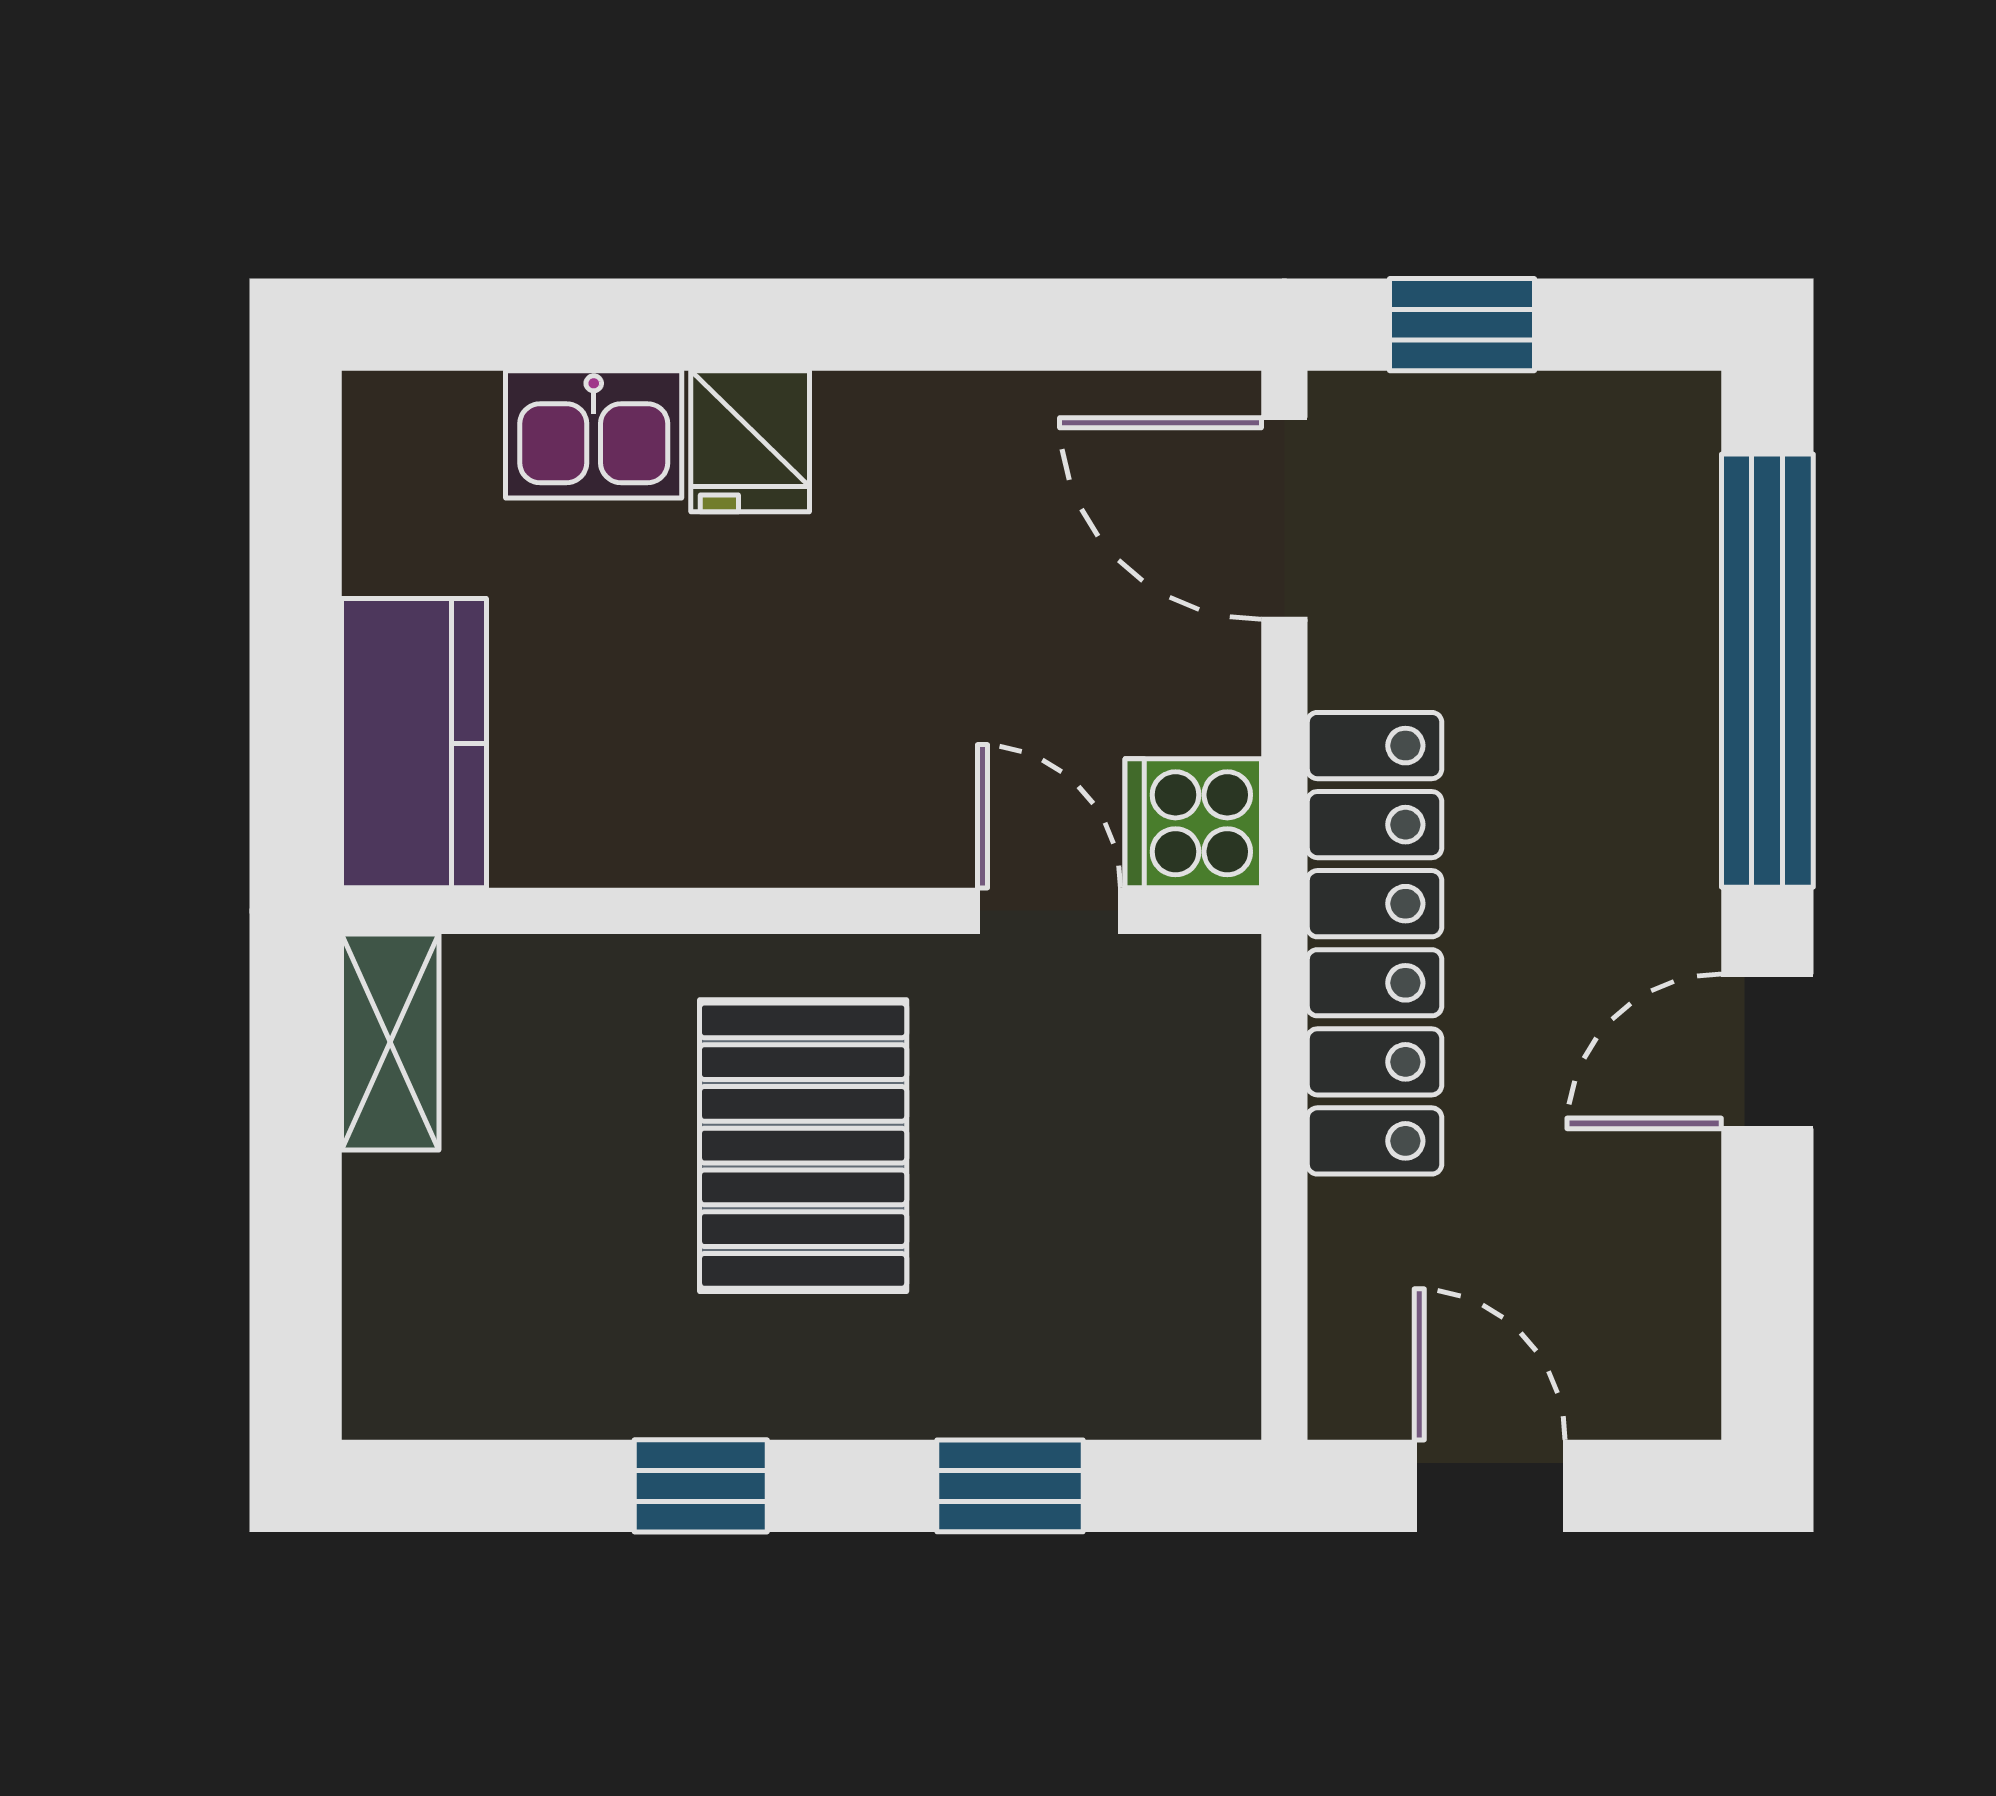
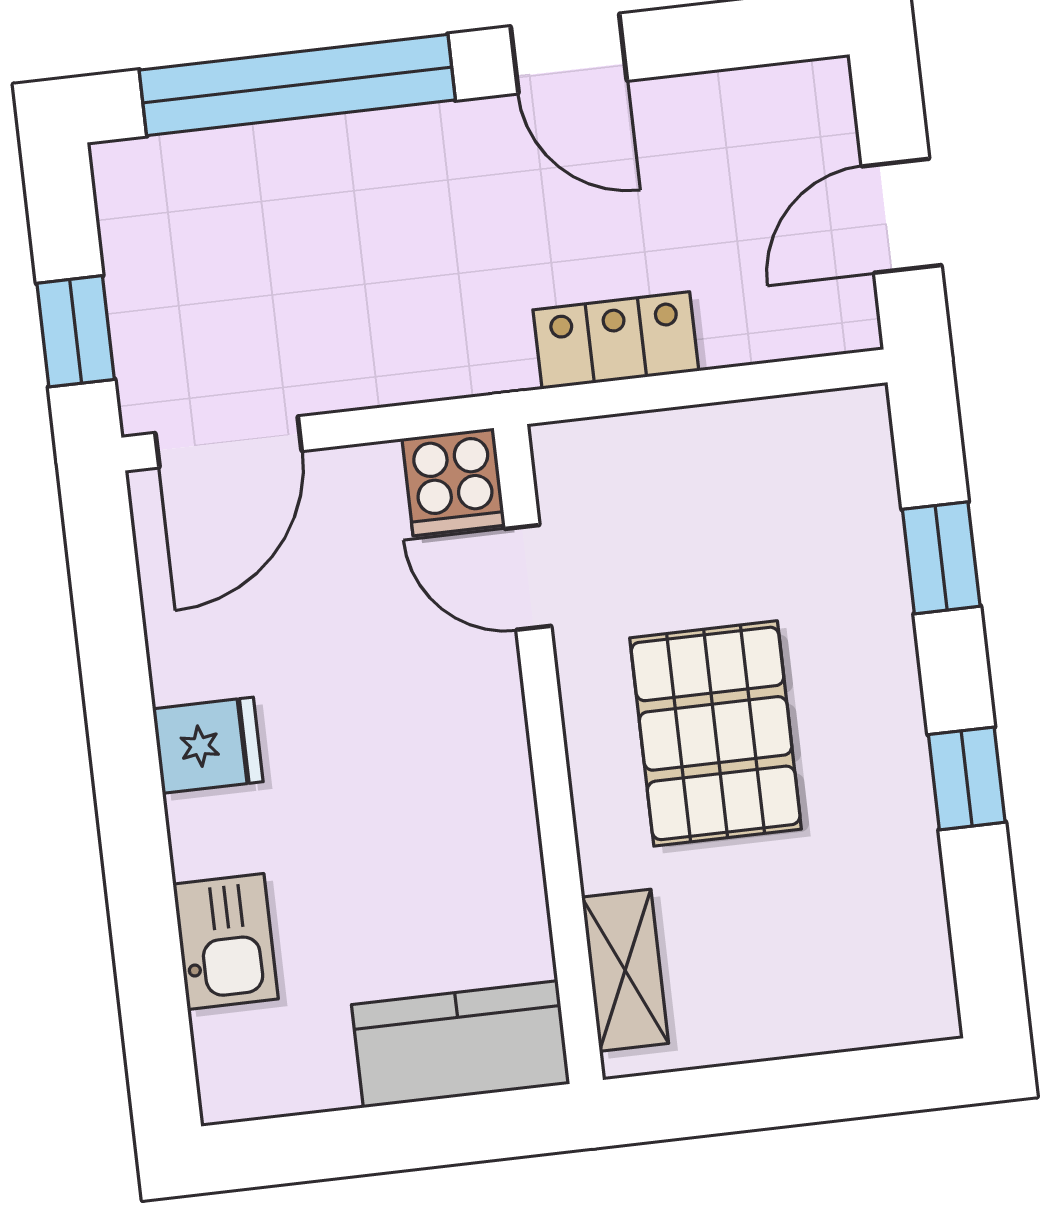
fridge: (750, 441) -> (208, 745), moved
door: (1049, 911) -> (528, 577), hinge flipped
locker: (1375, 943) -> (616, 340), width x0.46, depth x0.83
shelving: (390, 1042) -> (625, 970), moved, turned 90
pallet: (803, 1146) -> (716, 733), turned 90

